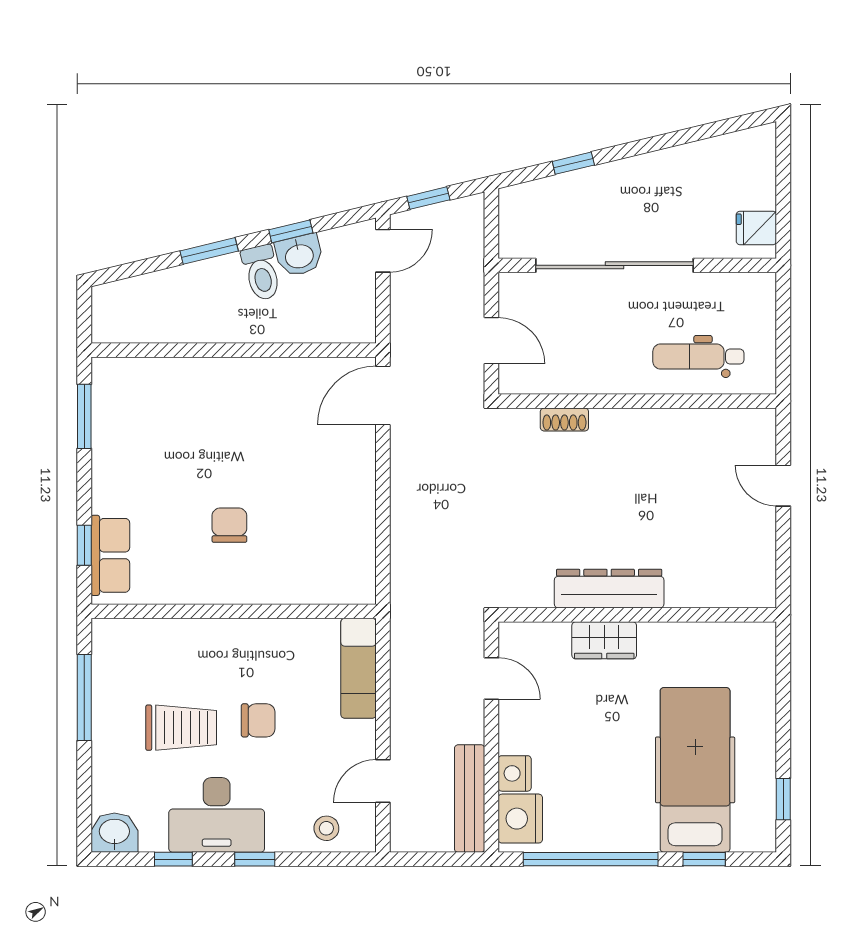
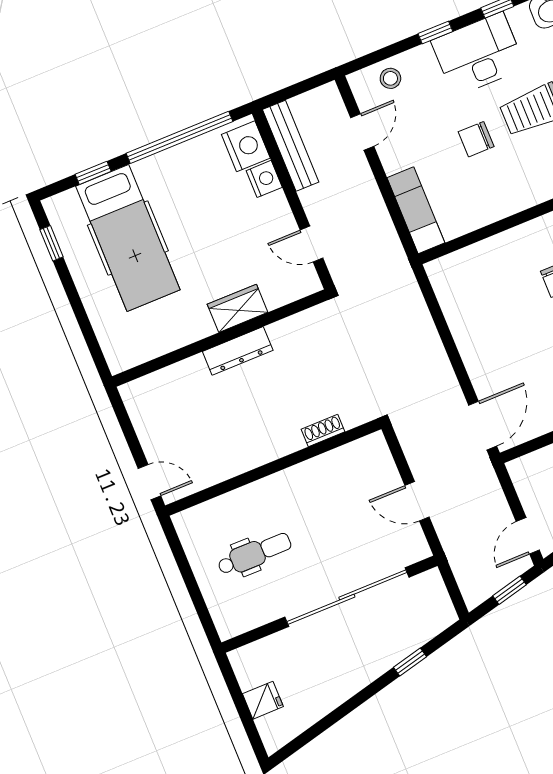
fridge: (756, 228) -> (263, 700), moved
wall: (637, 401) -> (273, 467), moved
shoe rack: (564, 420) -> (323, 430), moved
dresser: (609, 589) -> (238, 351), width x0.73, depth x0.80

